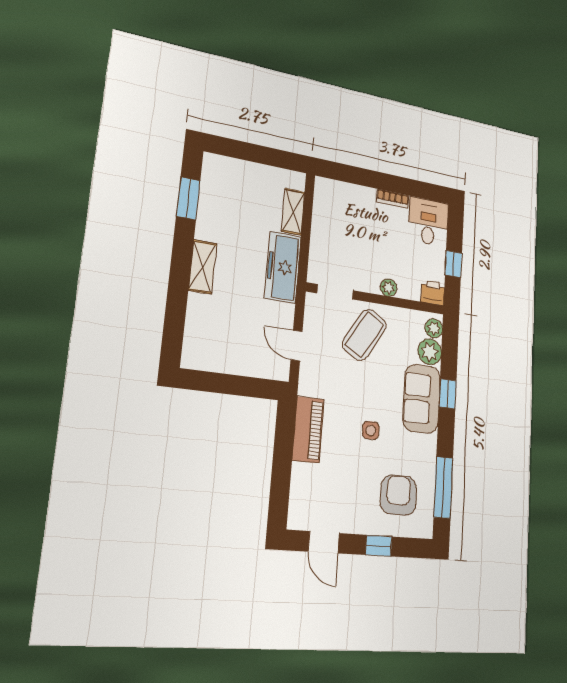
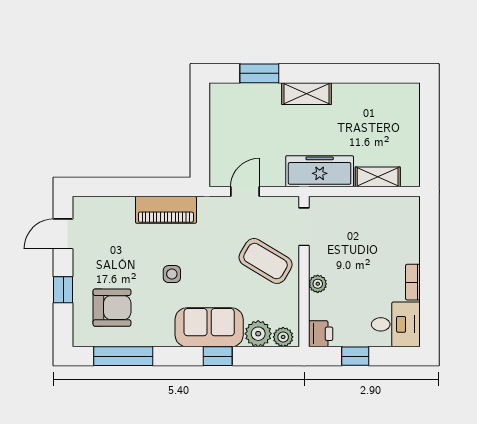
window: (188, 198) -> (259, 73), moved

